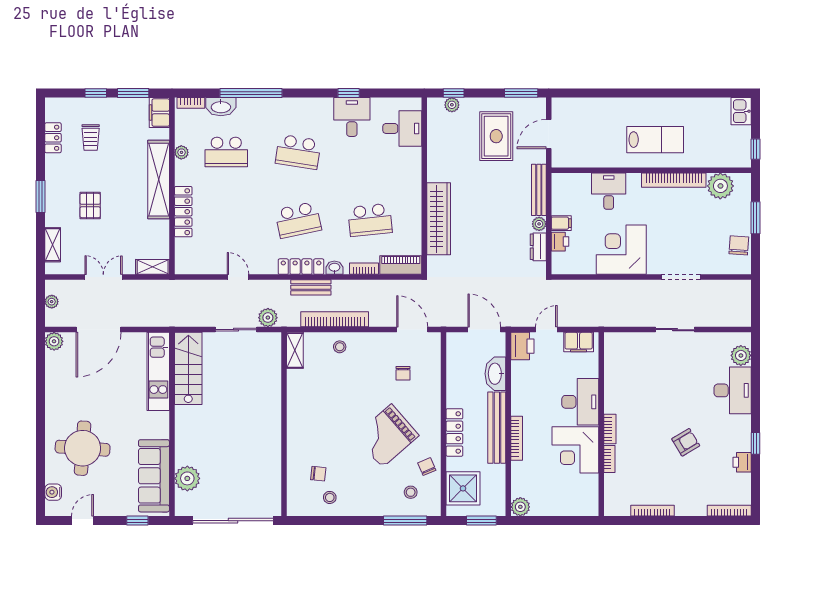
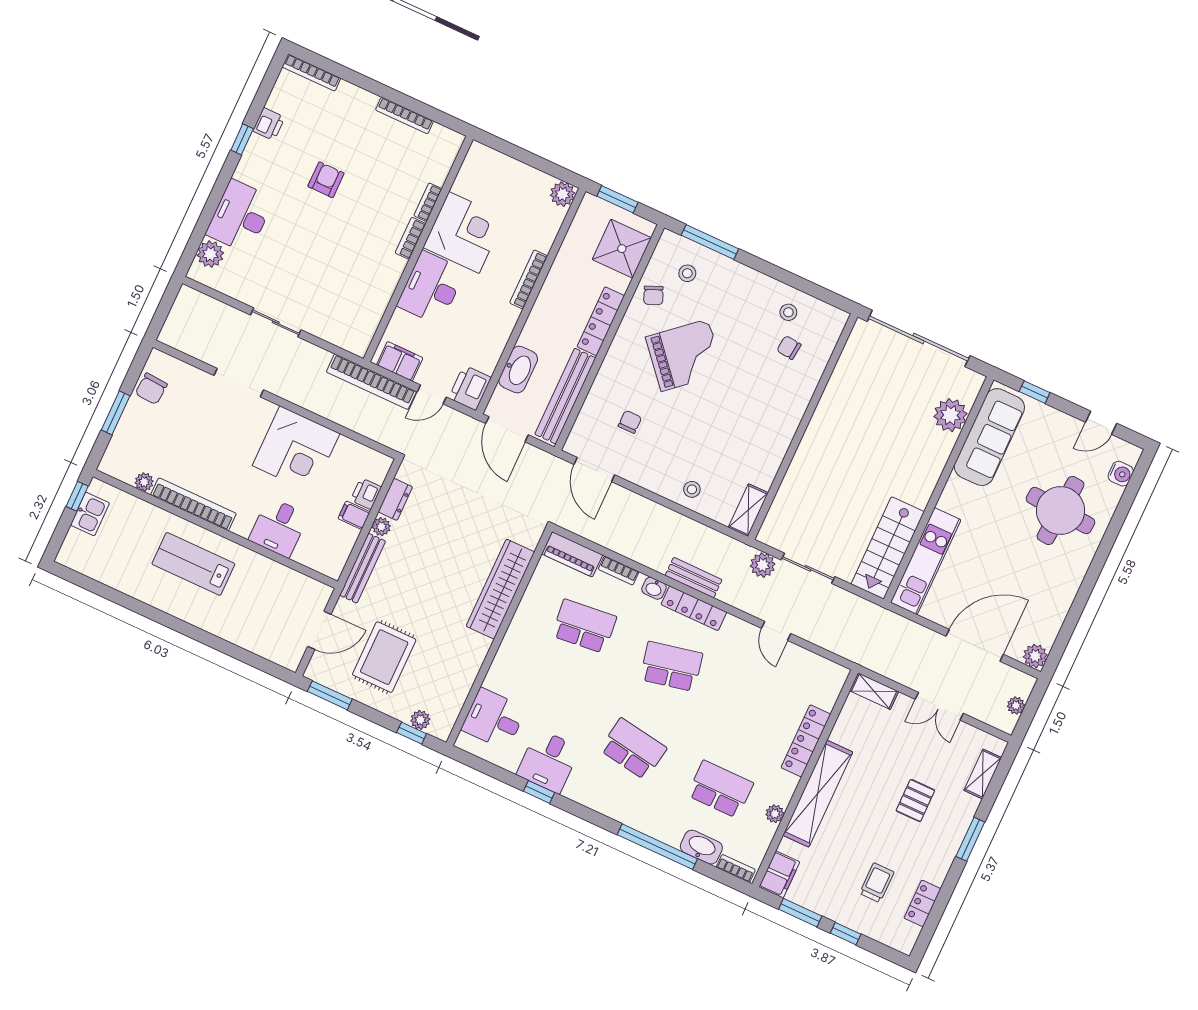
kitchen sink: (741, 111) -> (90, 514), moved
plant: (720, 186) -> (144, 482), width x0.53, depth x0.53
bookcase: (335, 319) -> (371, 382), moved
bench: (497, 428) -> (565, 396), moved
armchair: (686, 442) -> (326, 180), turned 121

